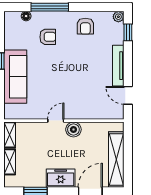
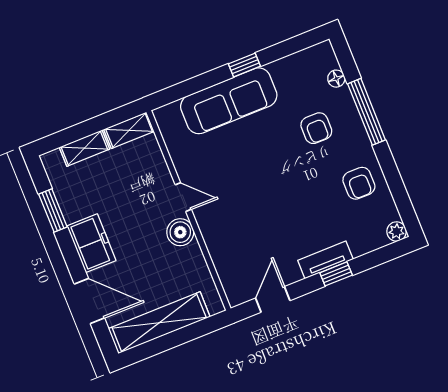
armchair: (85, 26) -> (359, 183), turned -90
window: (128, 32) -> (336, 274), moved
tv unit: (118, 66) -> (325, 260), width x0.71

